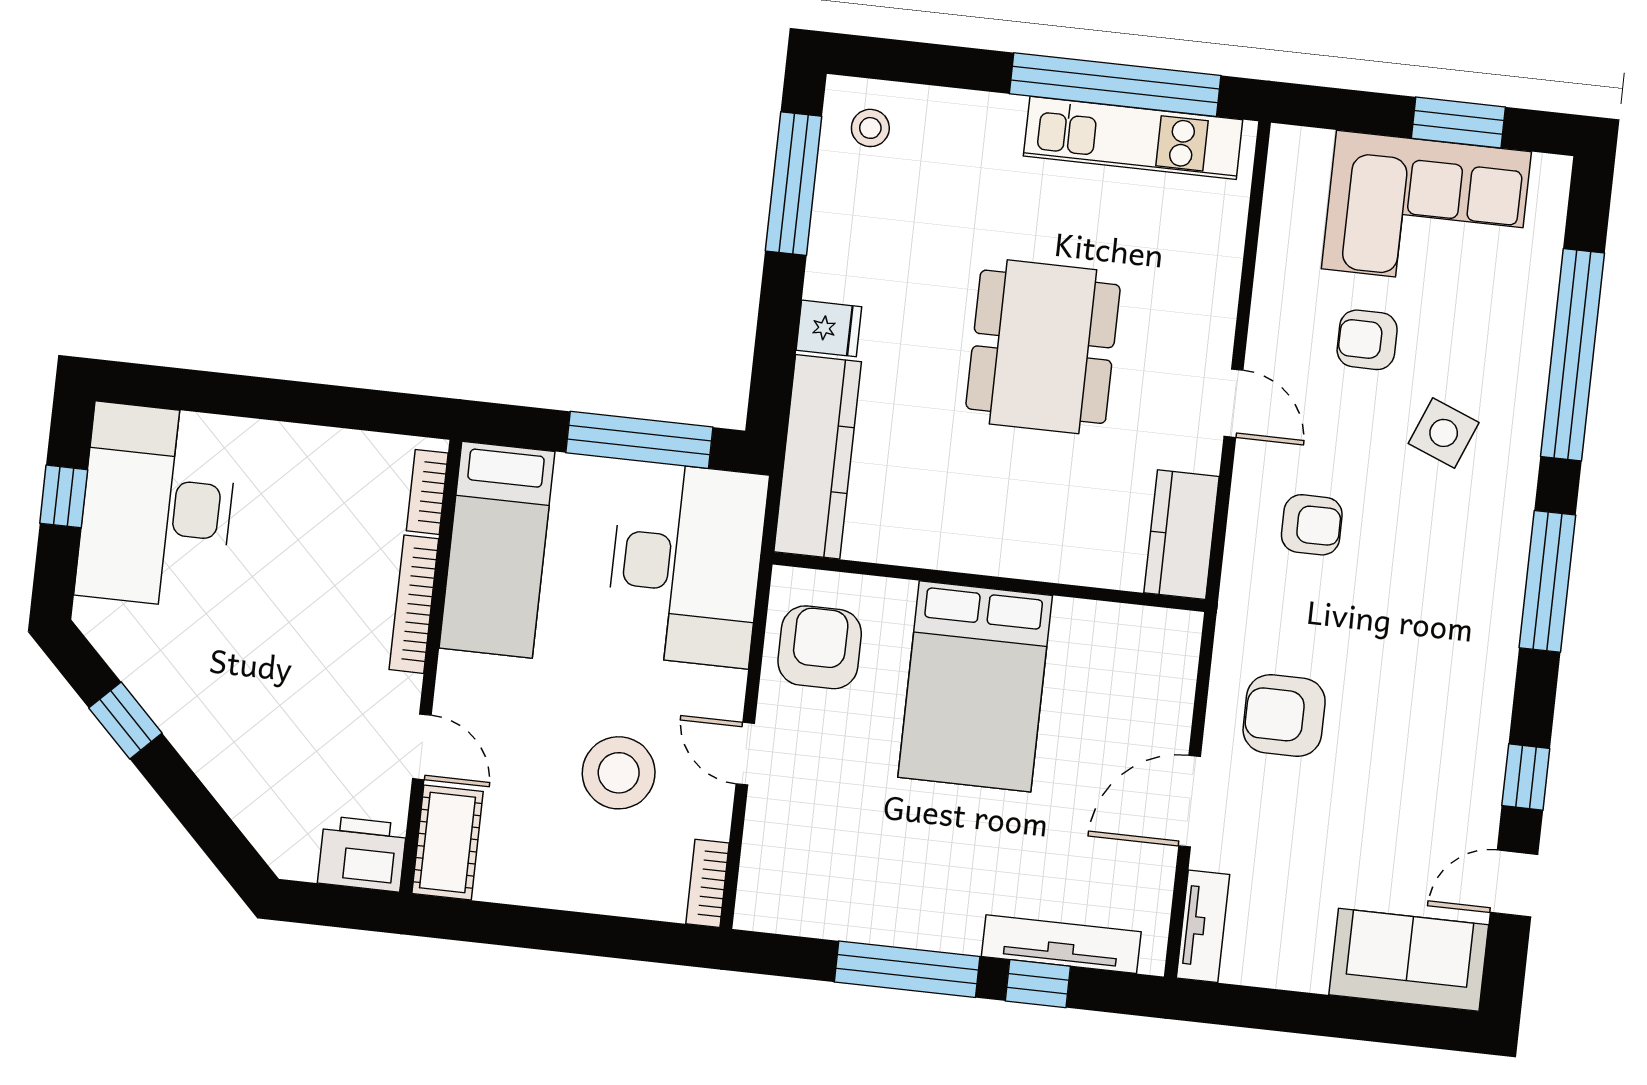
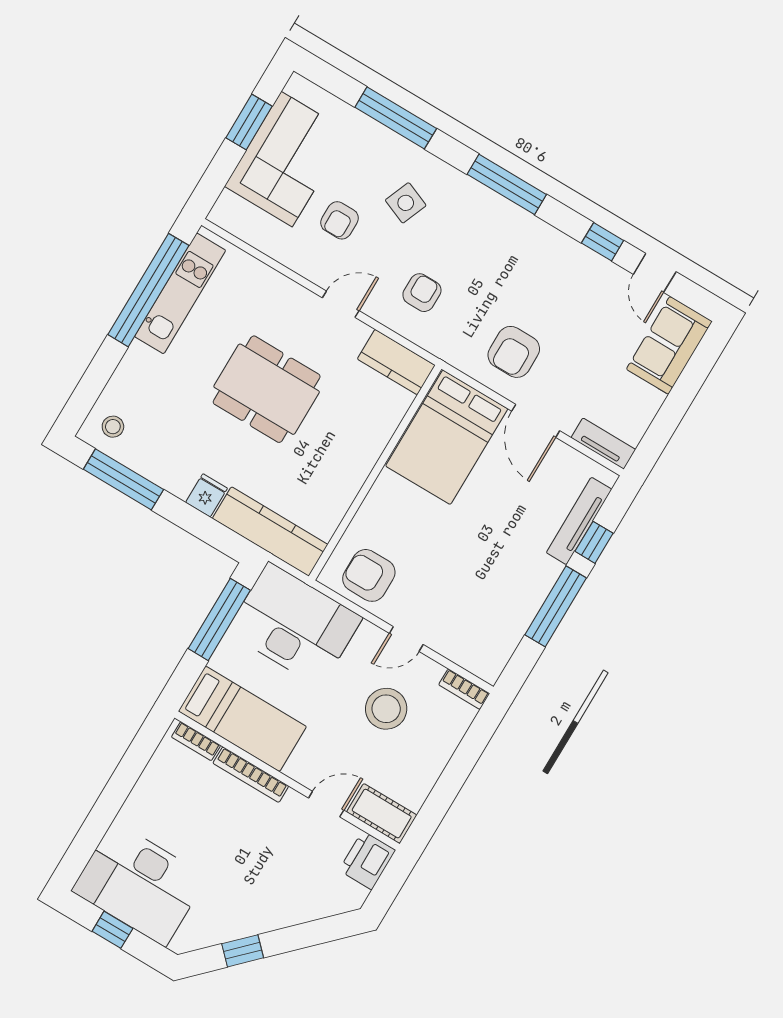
window: (1572, 355) -> (396, 118), width x0.68
bed: (975, 686) -> (447, 437), moved, turned 90

